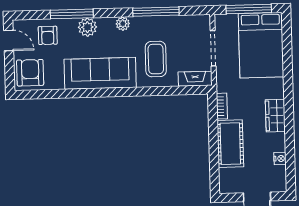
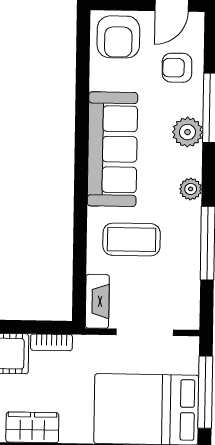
armchair: (30, 73) -> (118, 37), turned 90

